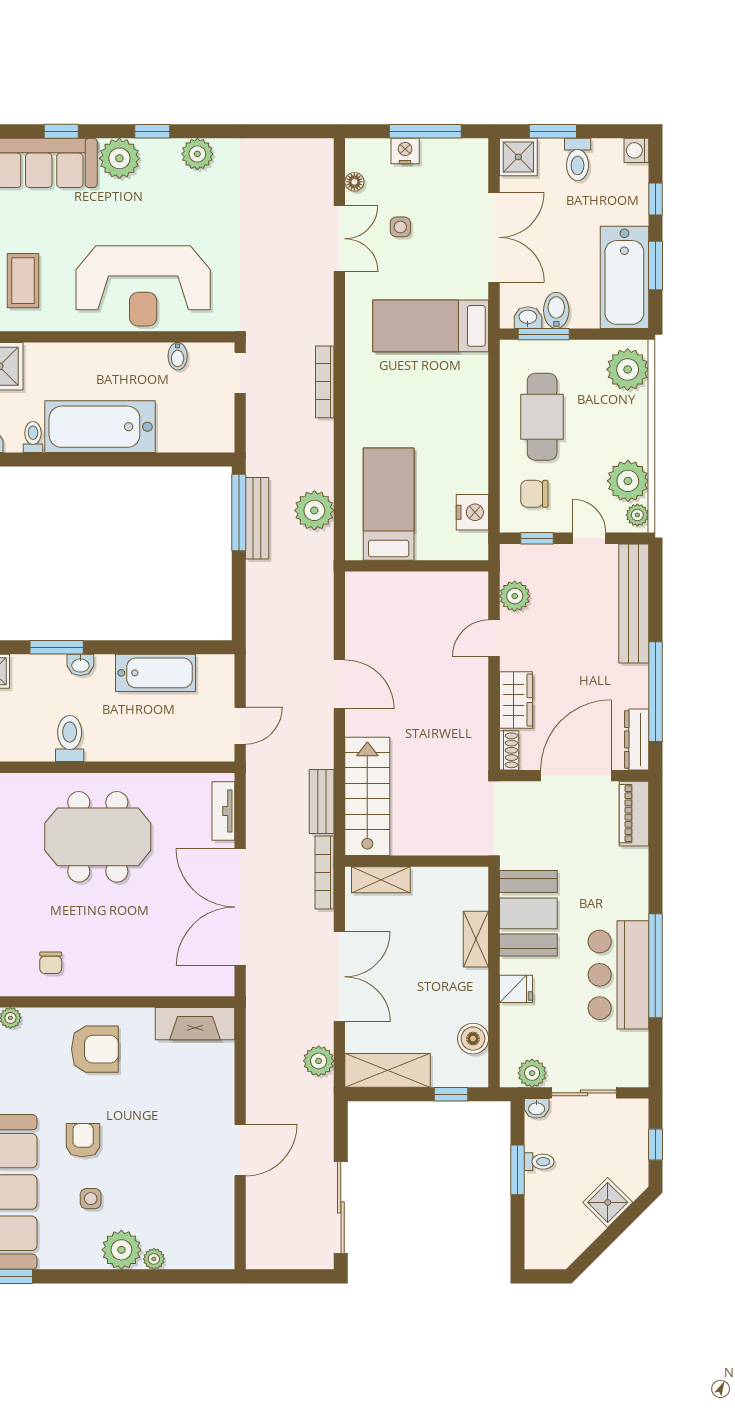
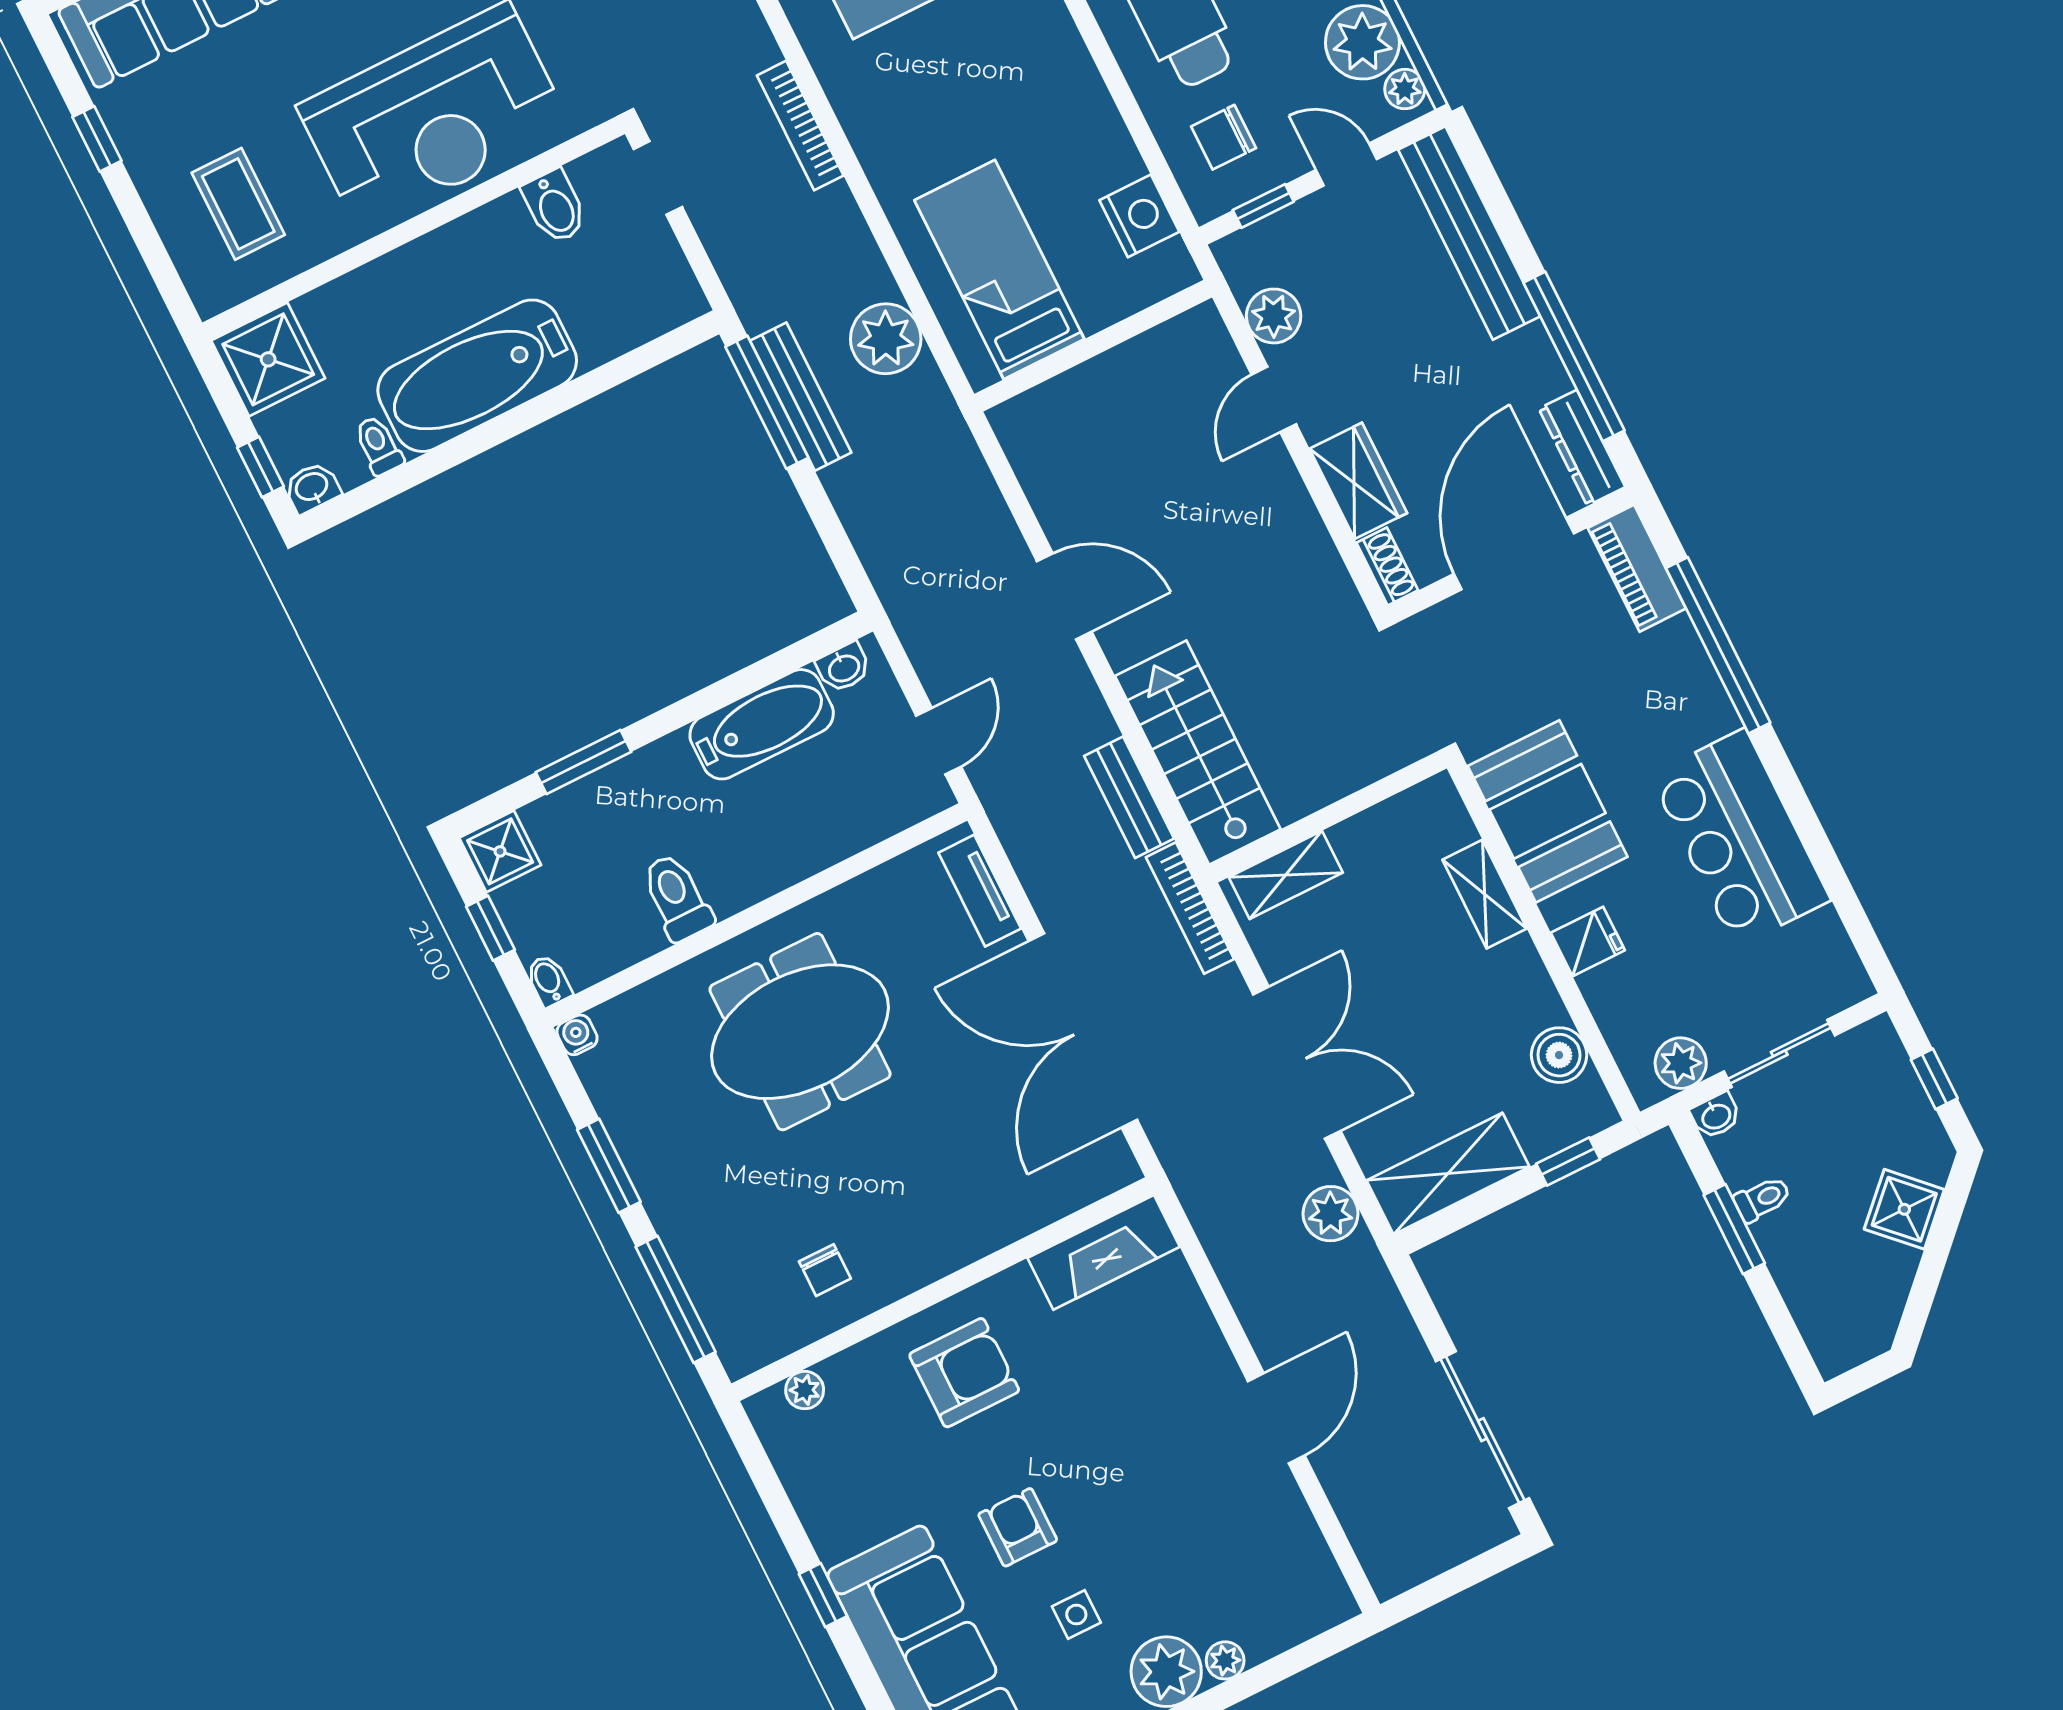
bidet: (178, 356) -> (555, 207), width x1.38, depth x1.36
washbasin: (80, 665) -> (844, 667), moved
window: (655, 966) -> (1718, 645), moved

